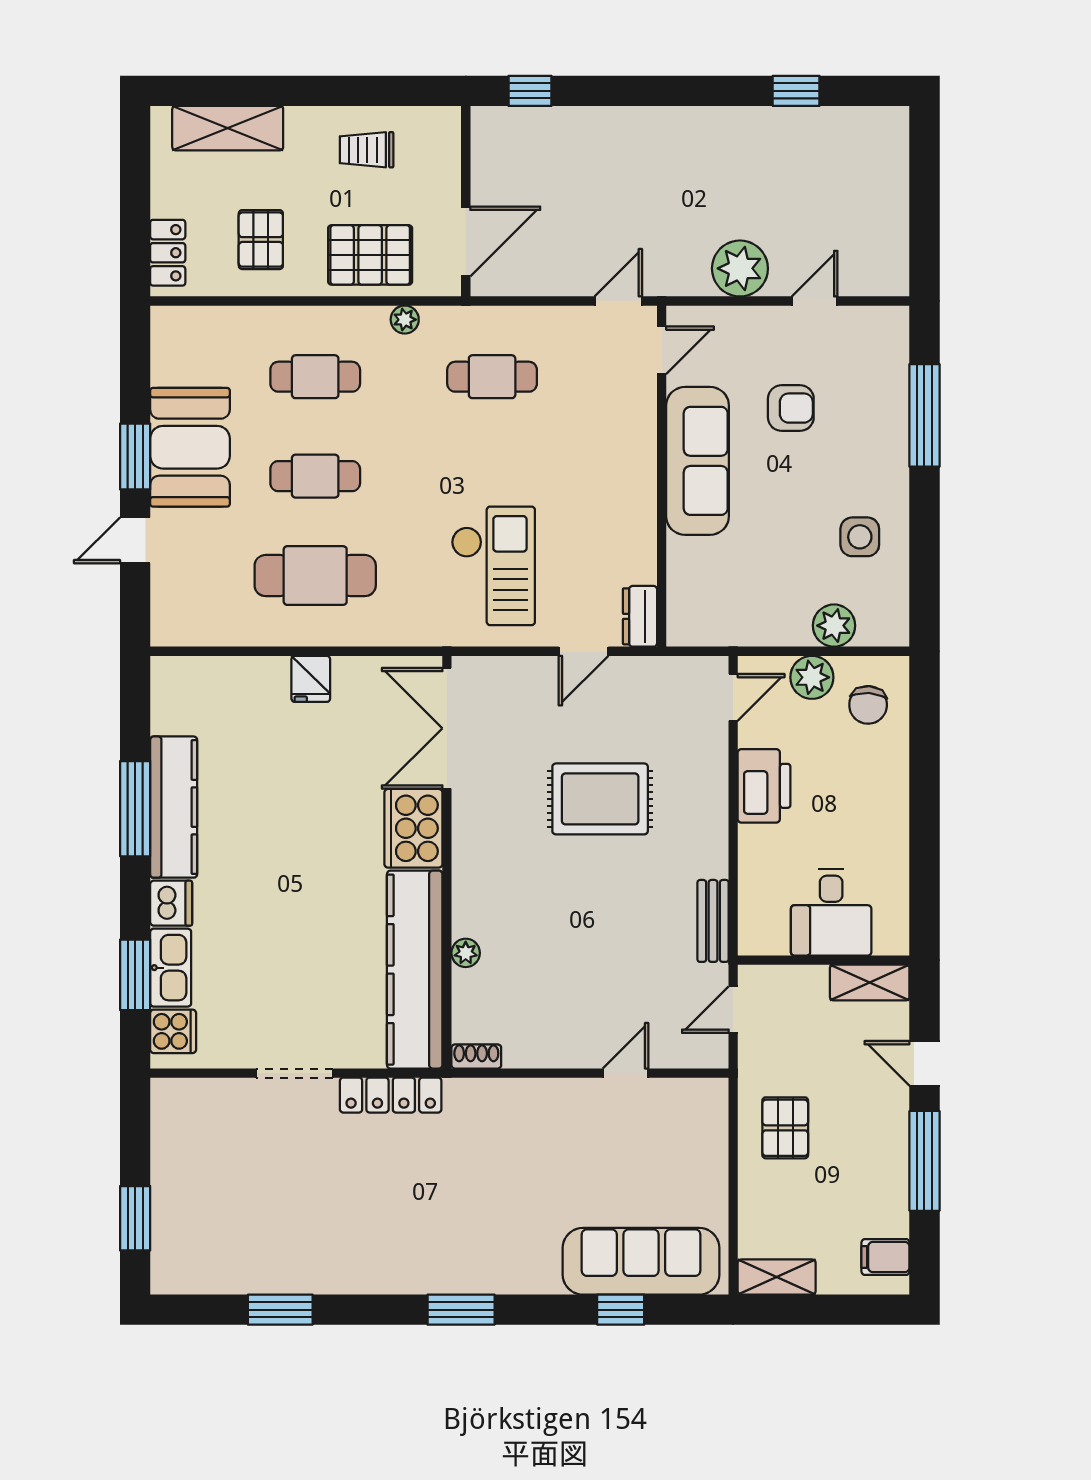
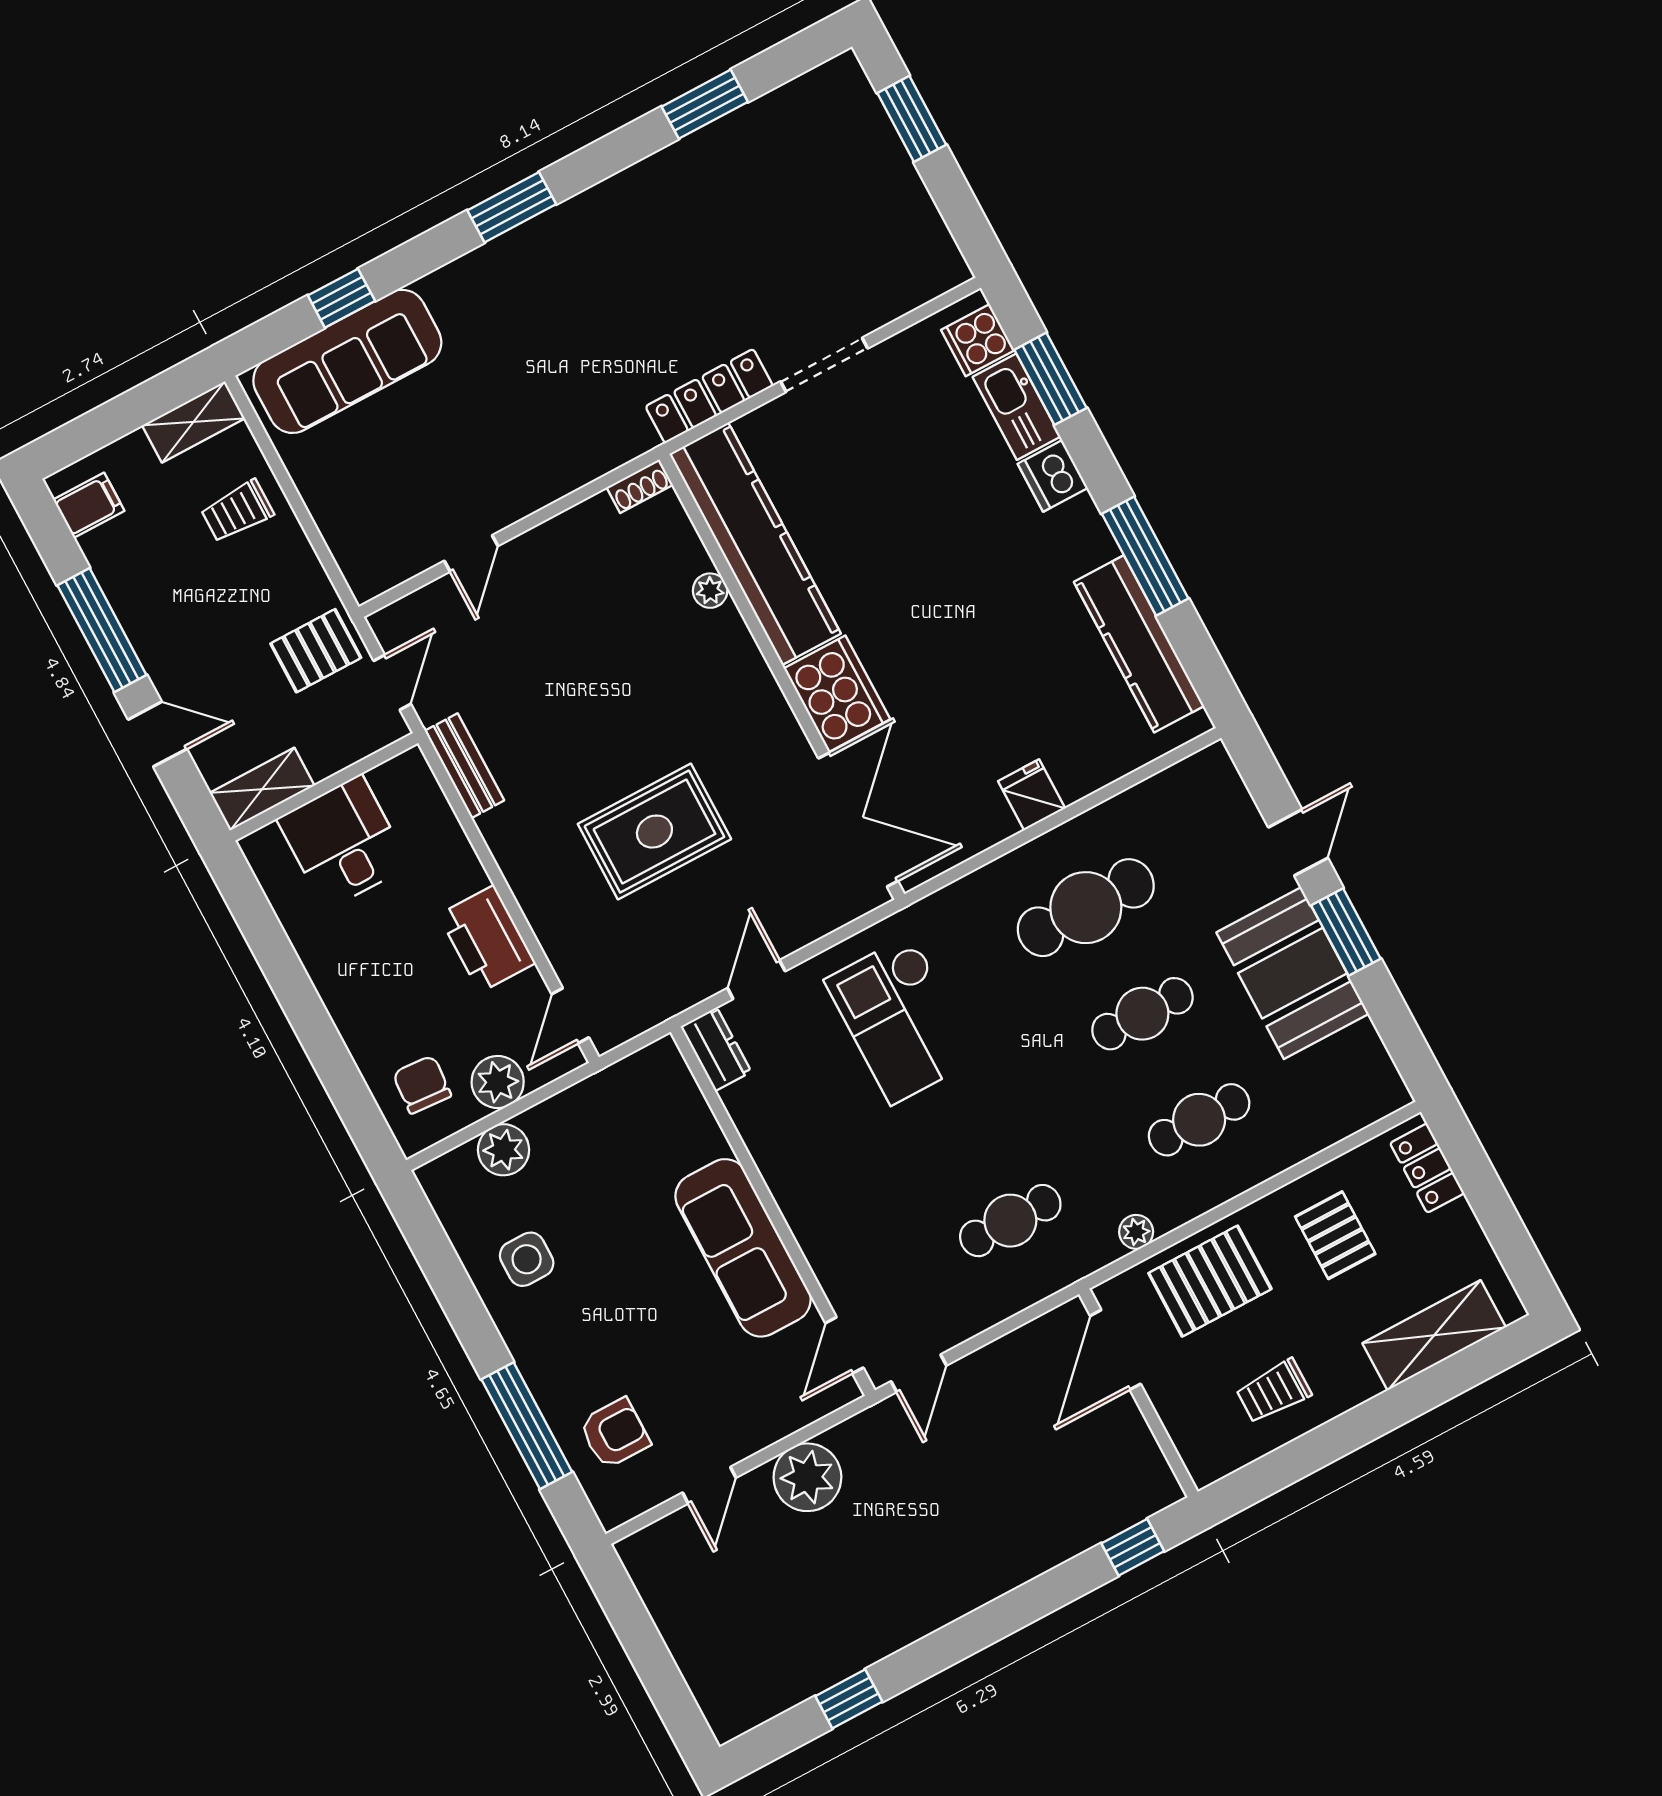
trolley: (367, 150) -> (1274, 1391), turned 180
armchair: (791, 408) -> (615, 1433), moved, turned 180
kitchen counter: (174, 807) -> (1139, 644), moved
pallet: (785, 1128) -> (316, 651), moved, turned 90
trolley: (780, 1195) -> (237, 511), added

